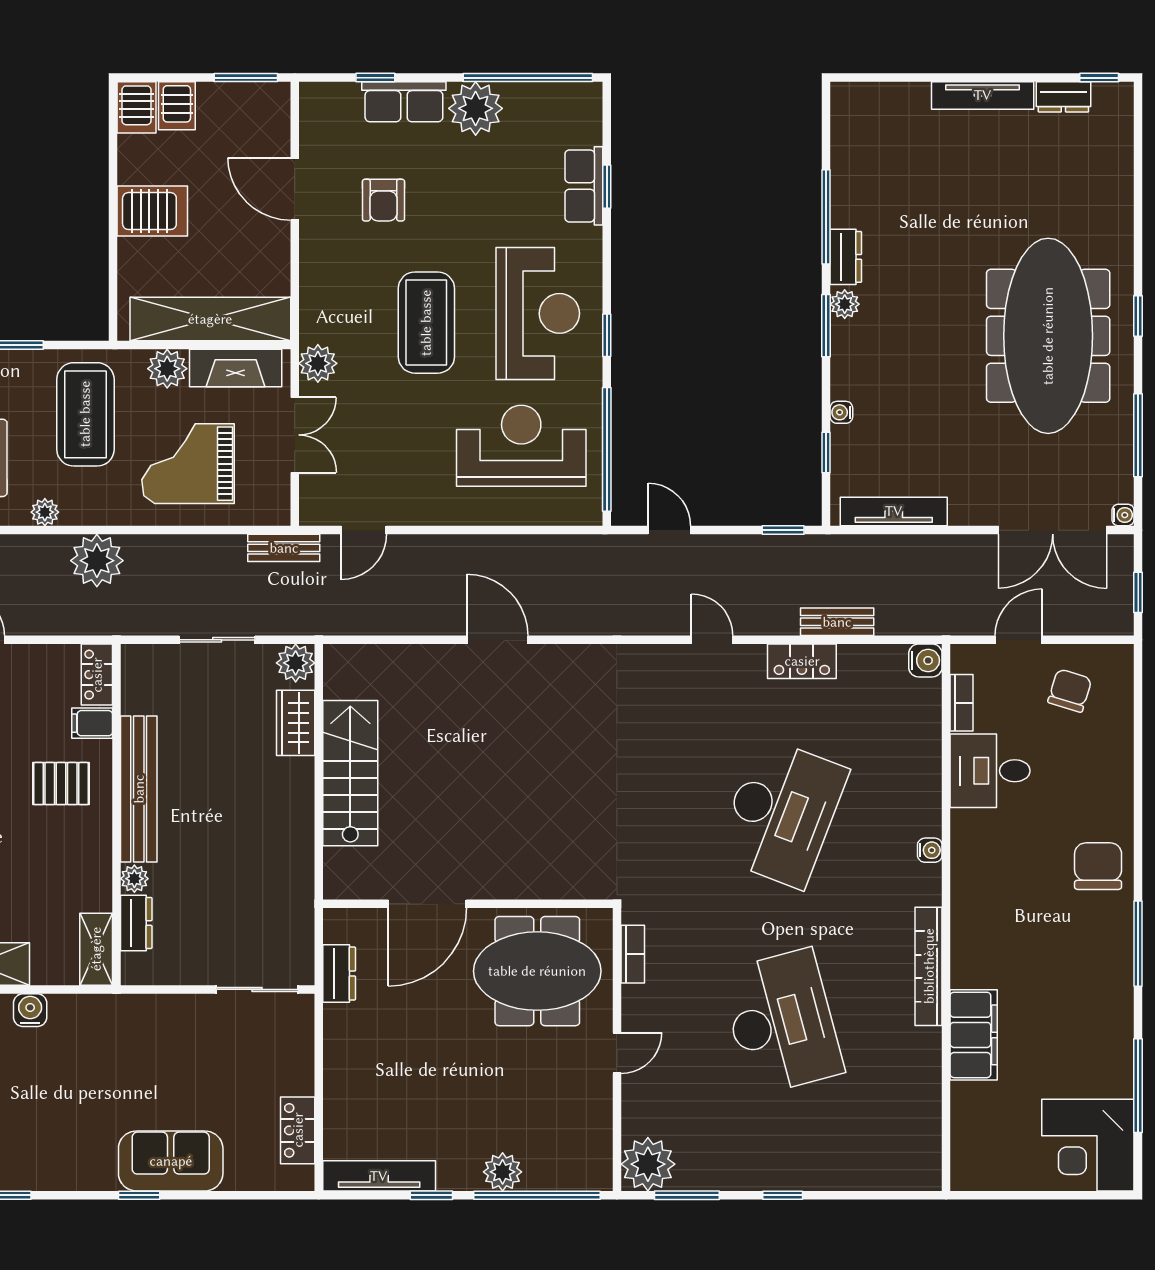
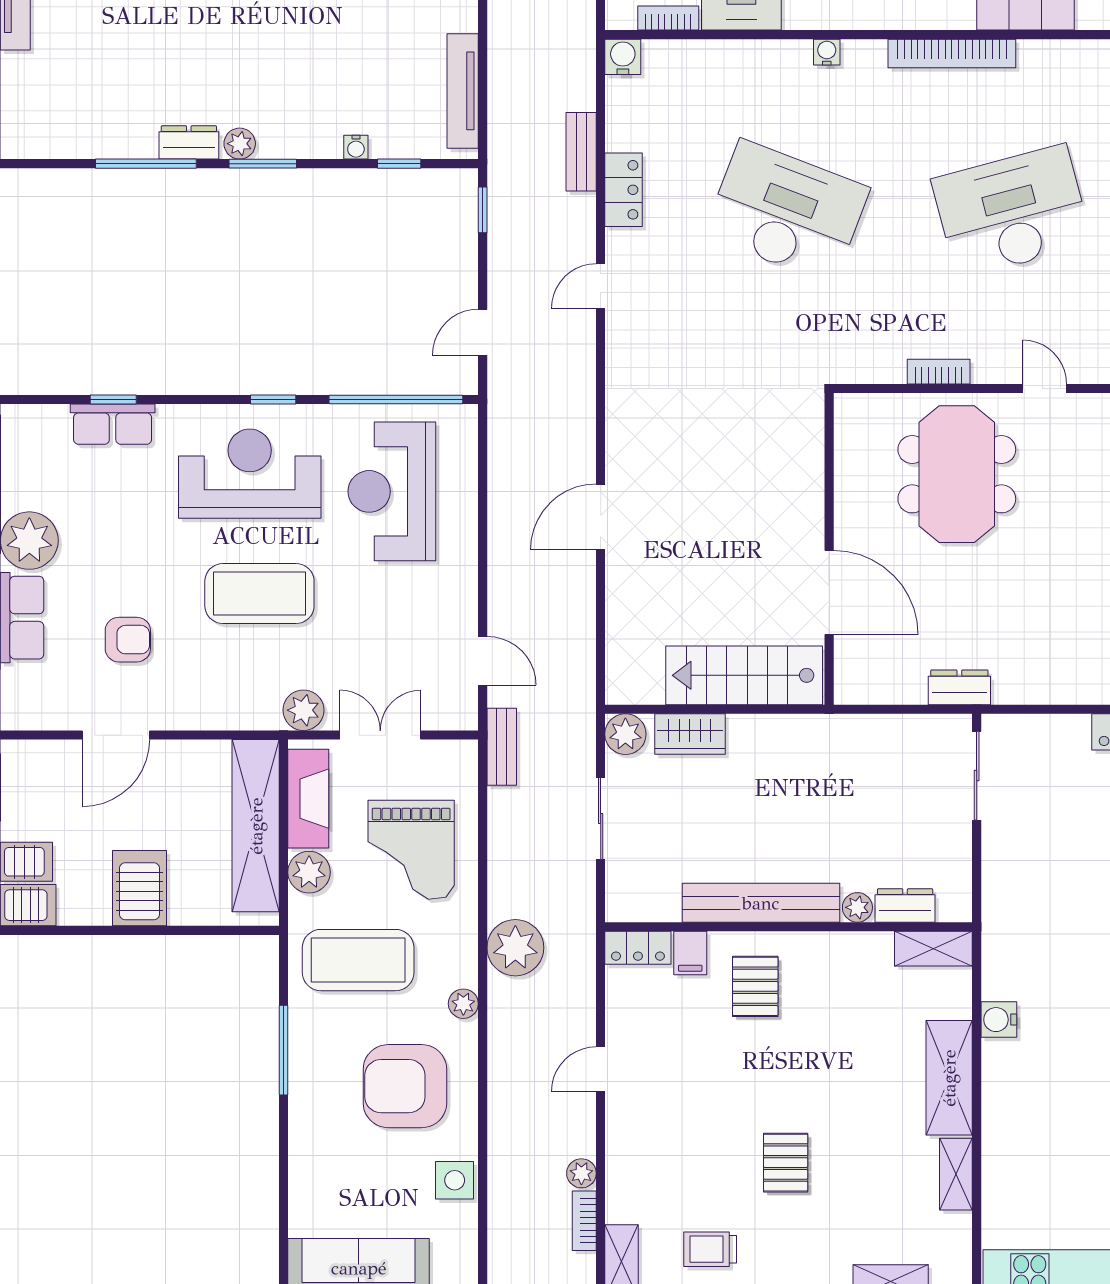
door: (427, 904) -> (829, 593), moved
wall: (468, 904) -> (829, 549), moved

